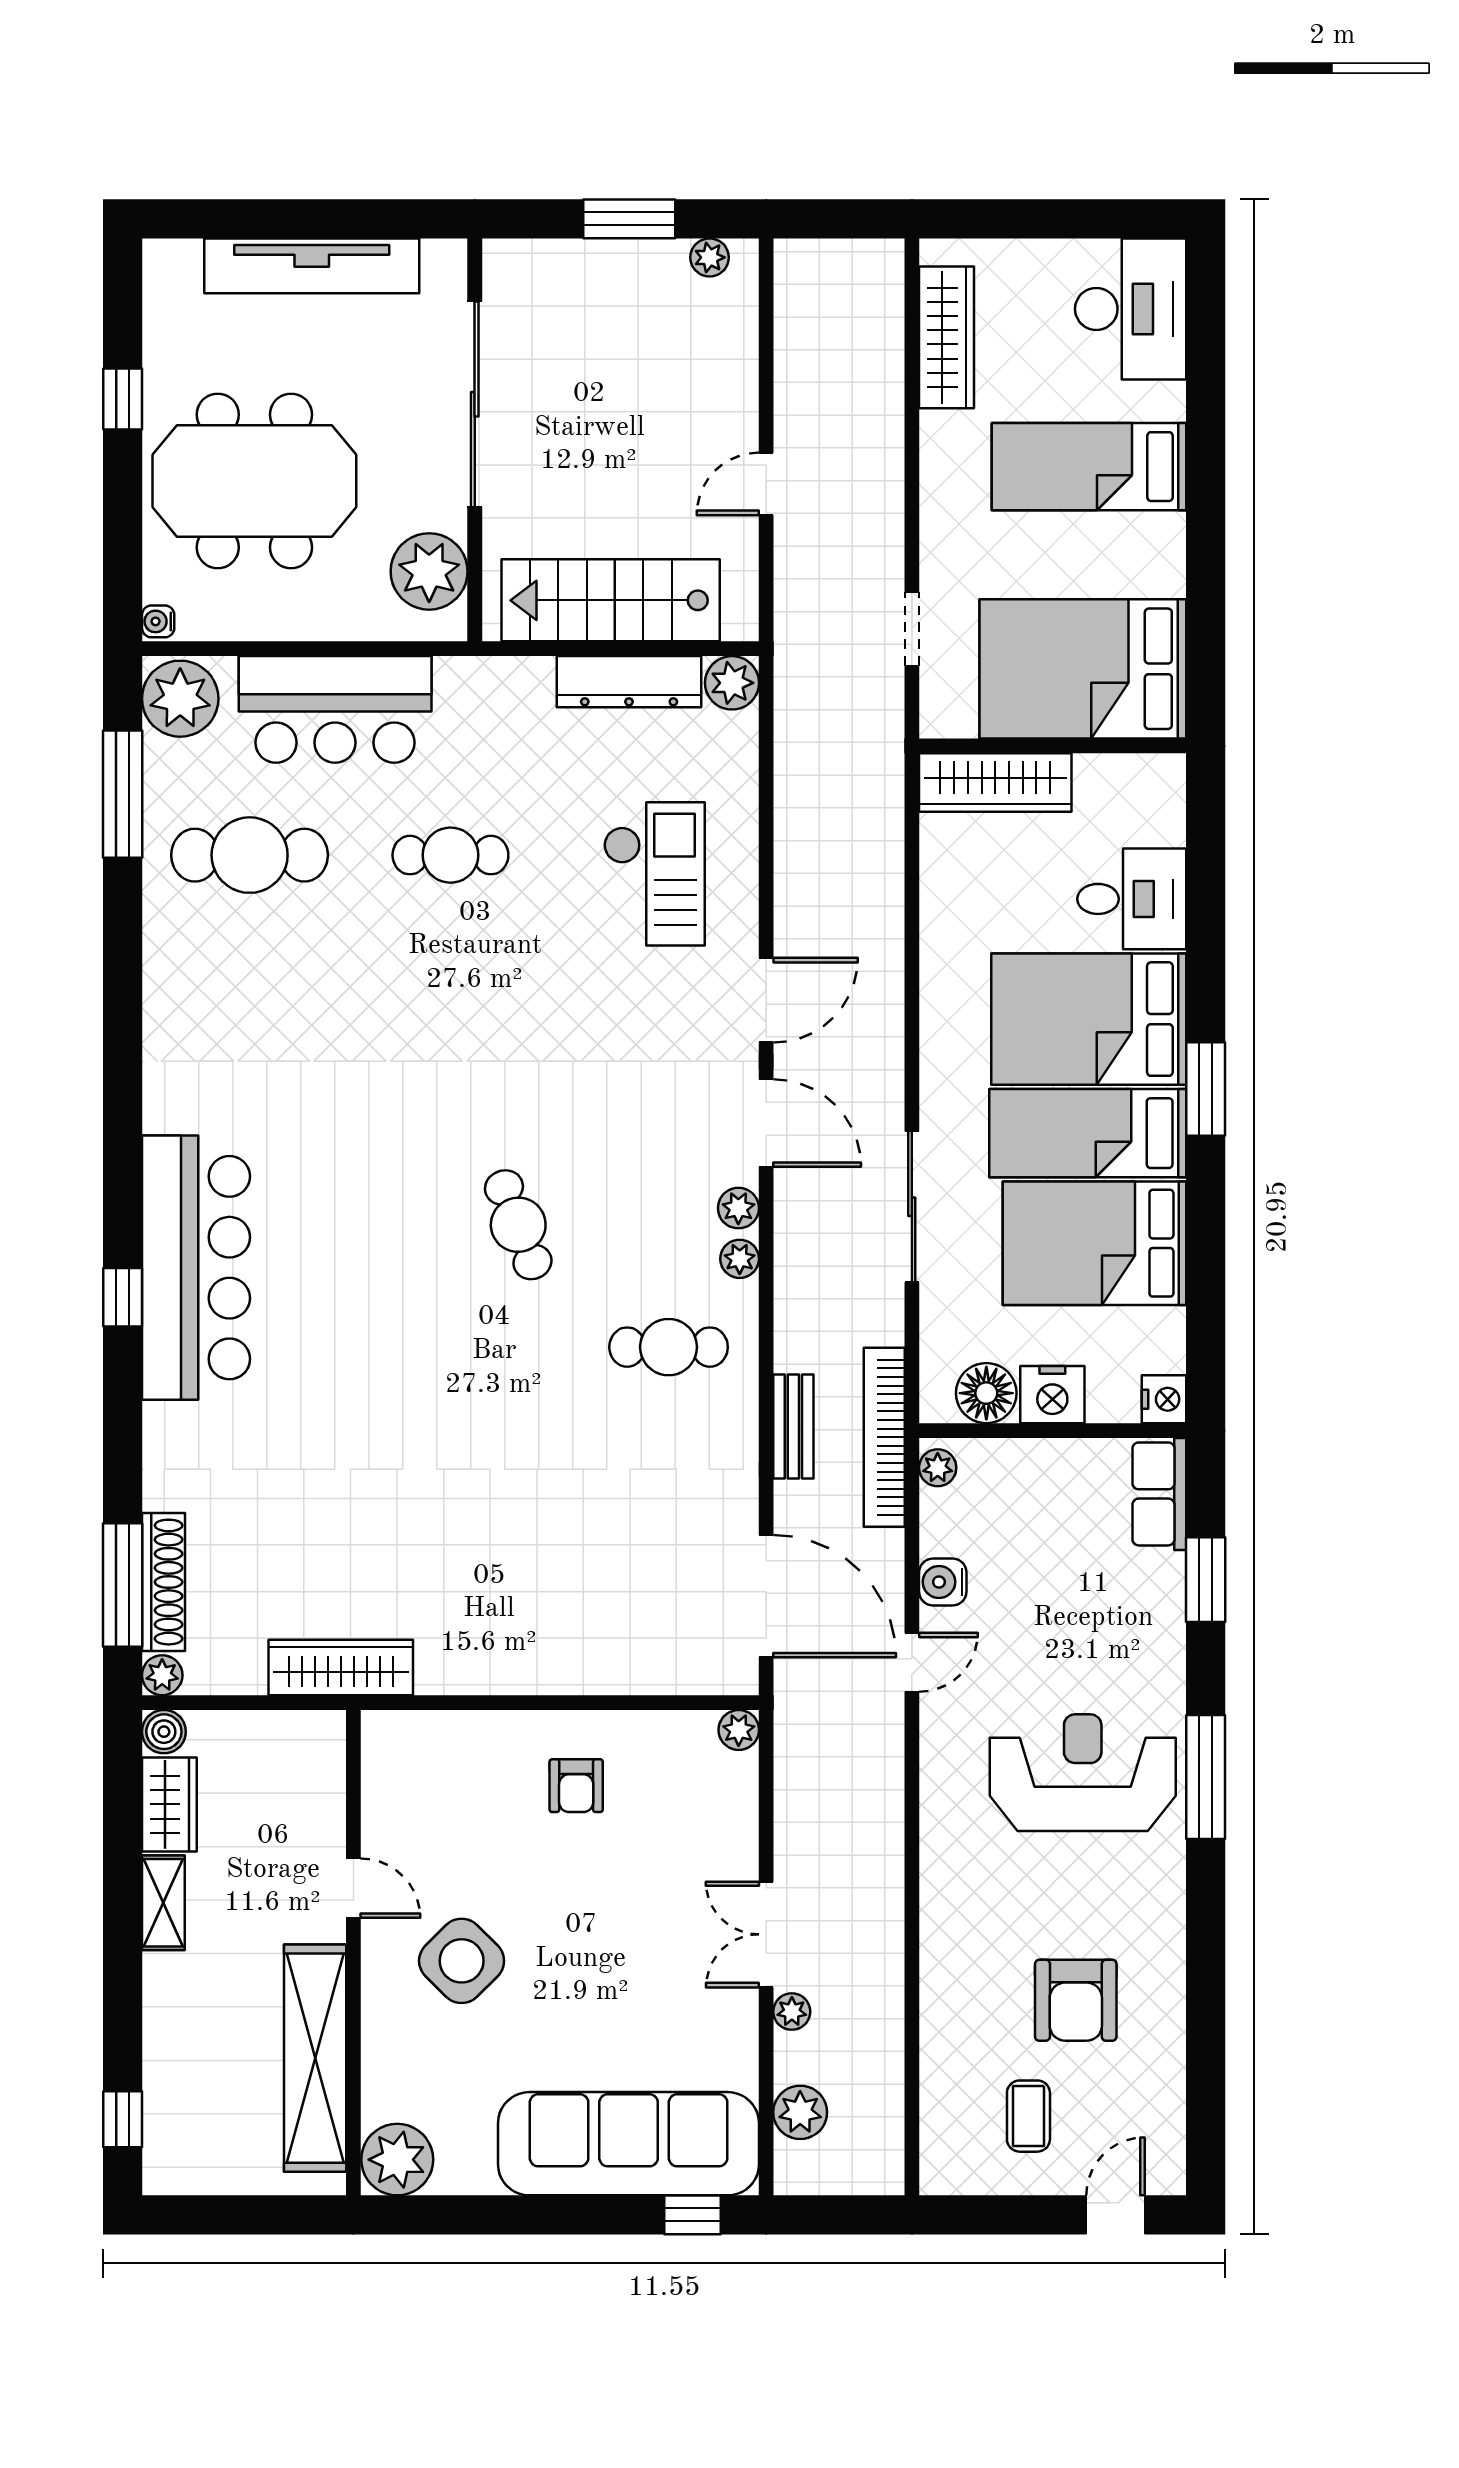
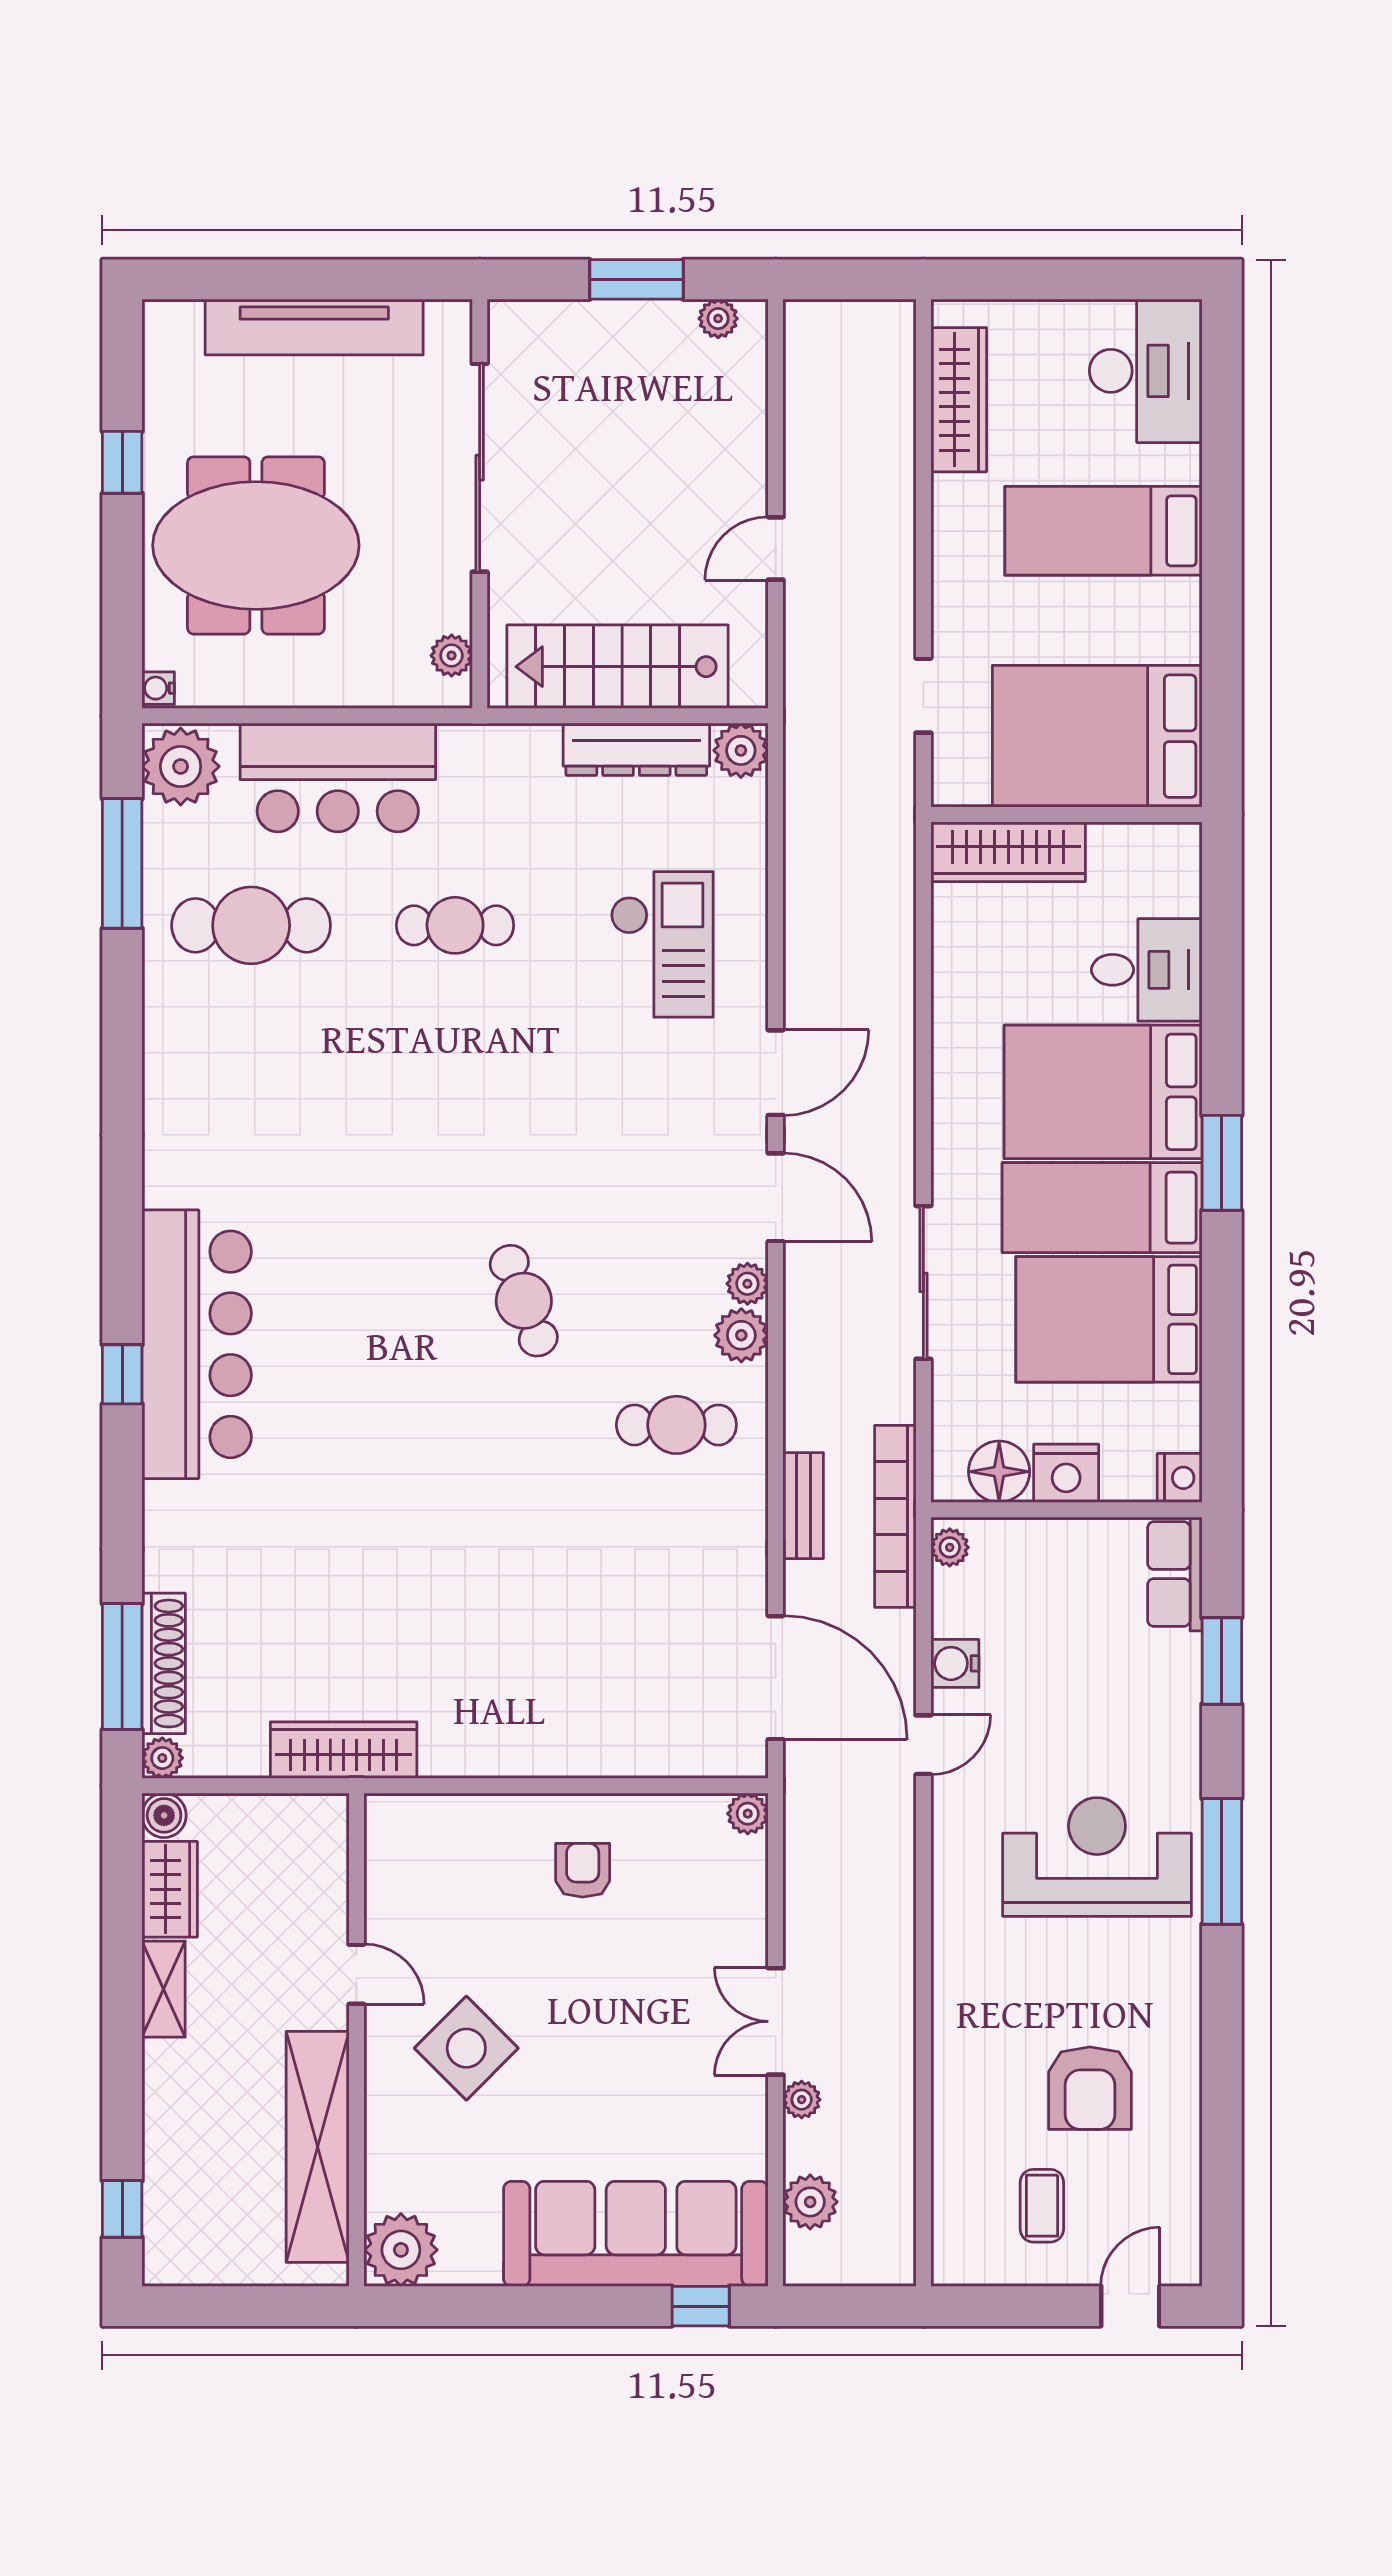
plant: (429, 571) -> (452, 656), width x0.53, depth x0.53
plant: (740, 1259) -> (741, 1335), width x1.38, depth x1.38
armchair: (576, 1786) -> (583, 1870), turned 180

